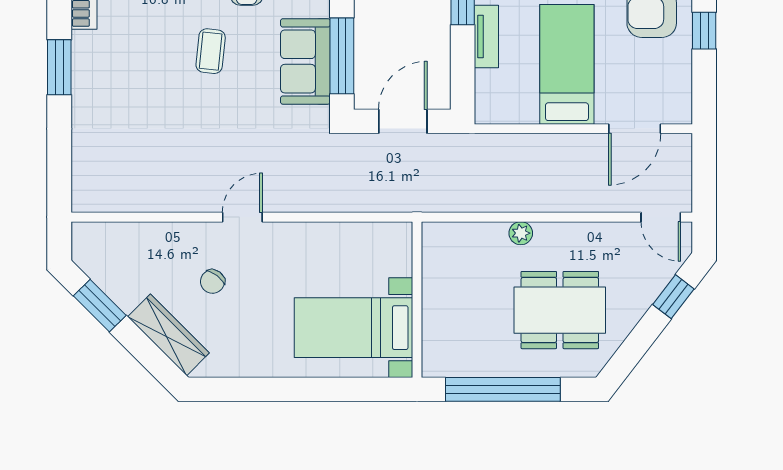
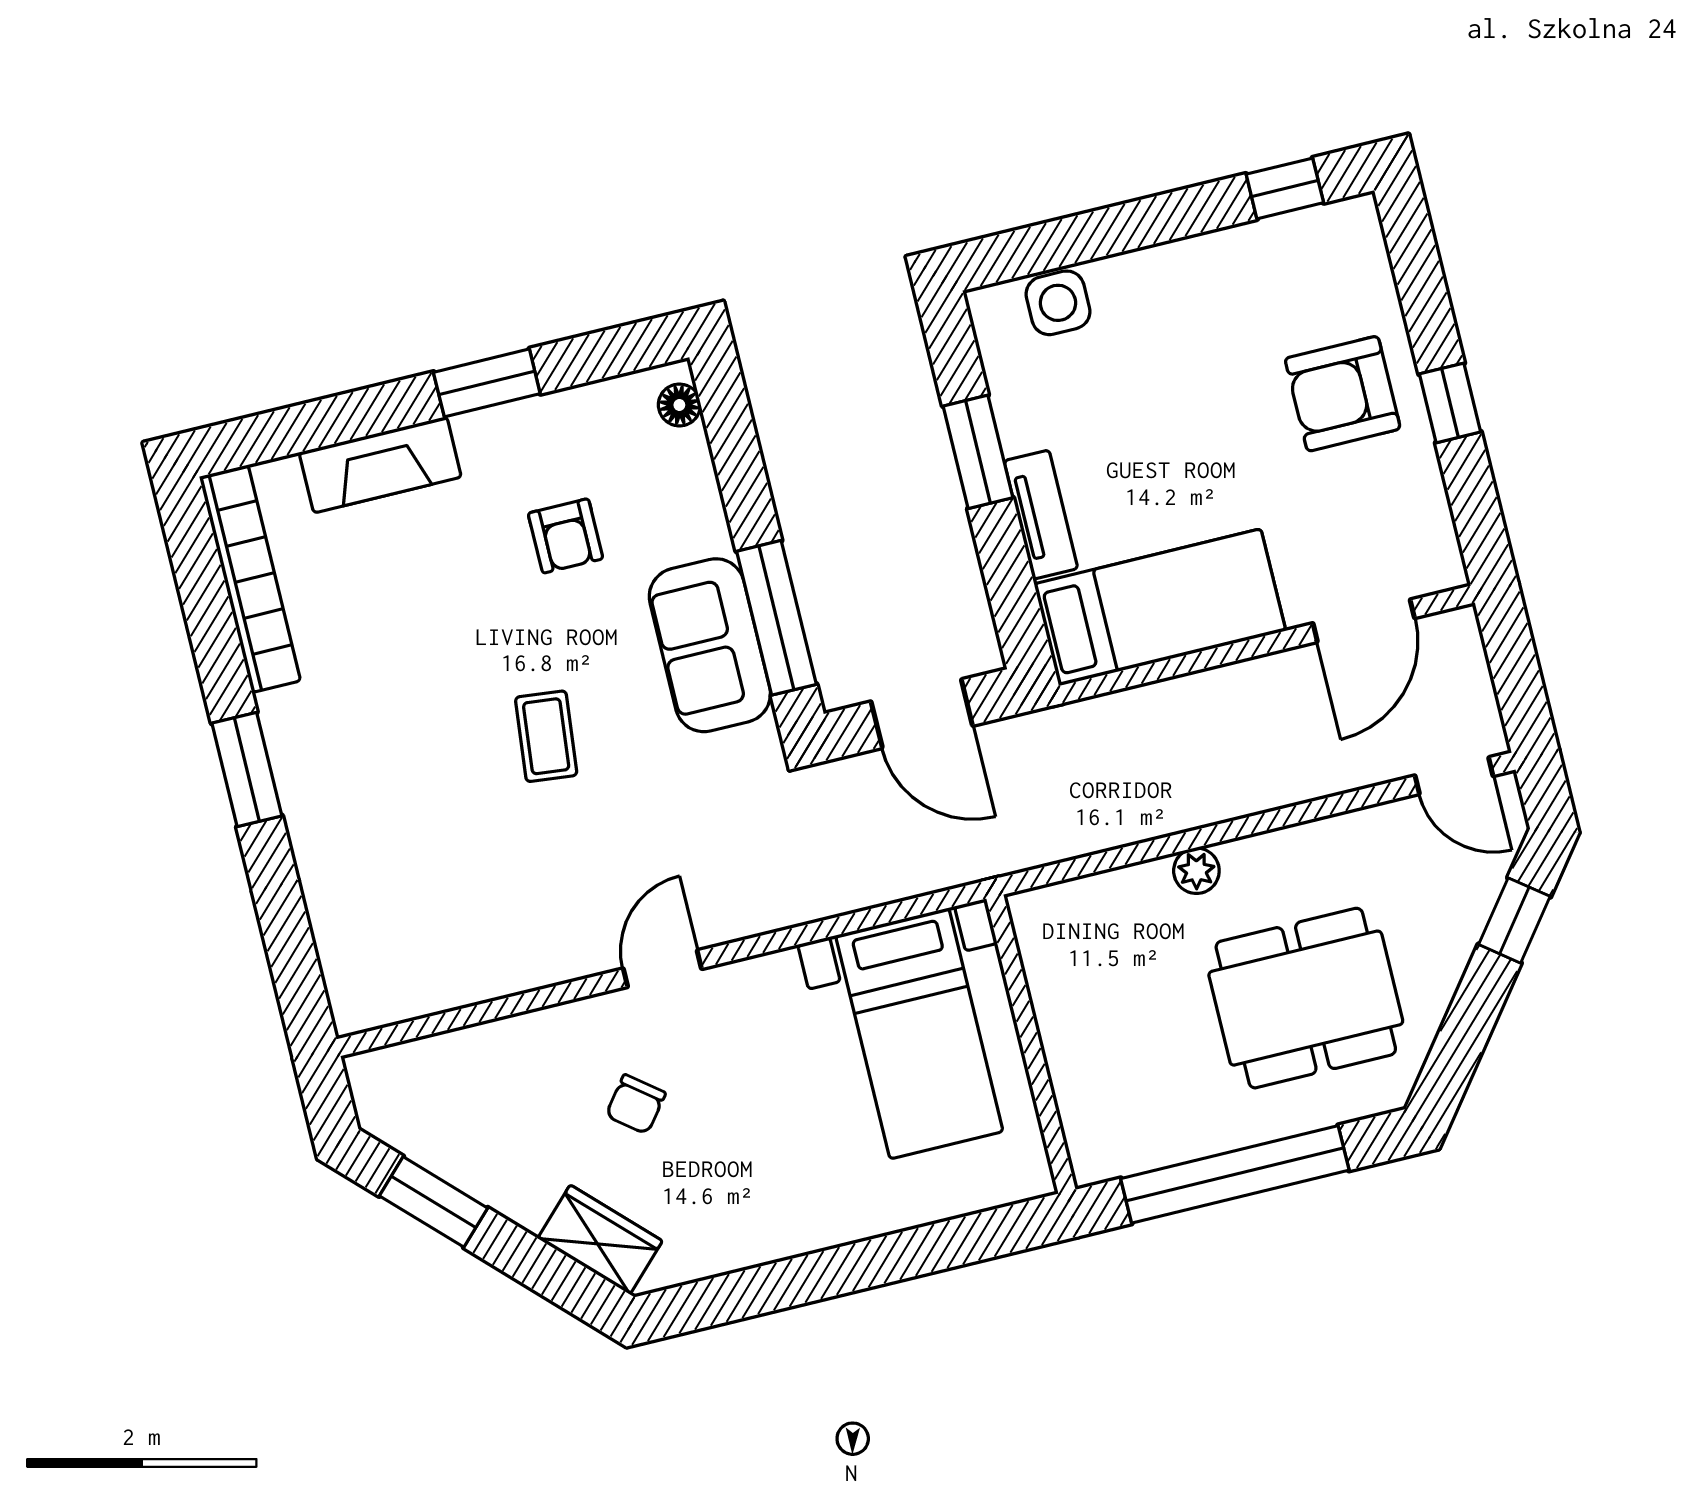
coffee table: (211, 51) -> (546, 736), moved
bed: (567, 64) -> (1160, 607), moved, turned 90
door: (403, 121) -> (922, 714), swing flipped
bed with nightstands: (353, 328) -> (919, 1033), moved, turned -90
wardrobe: (168, 335) -> (600, 1240), width x0.67

